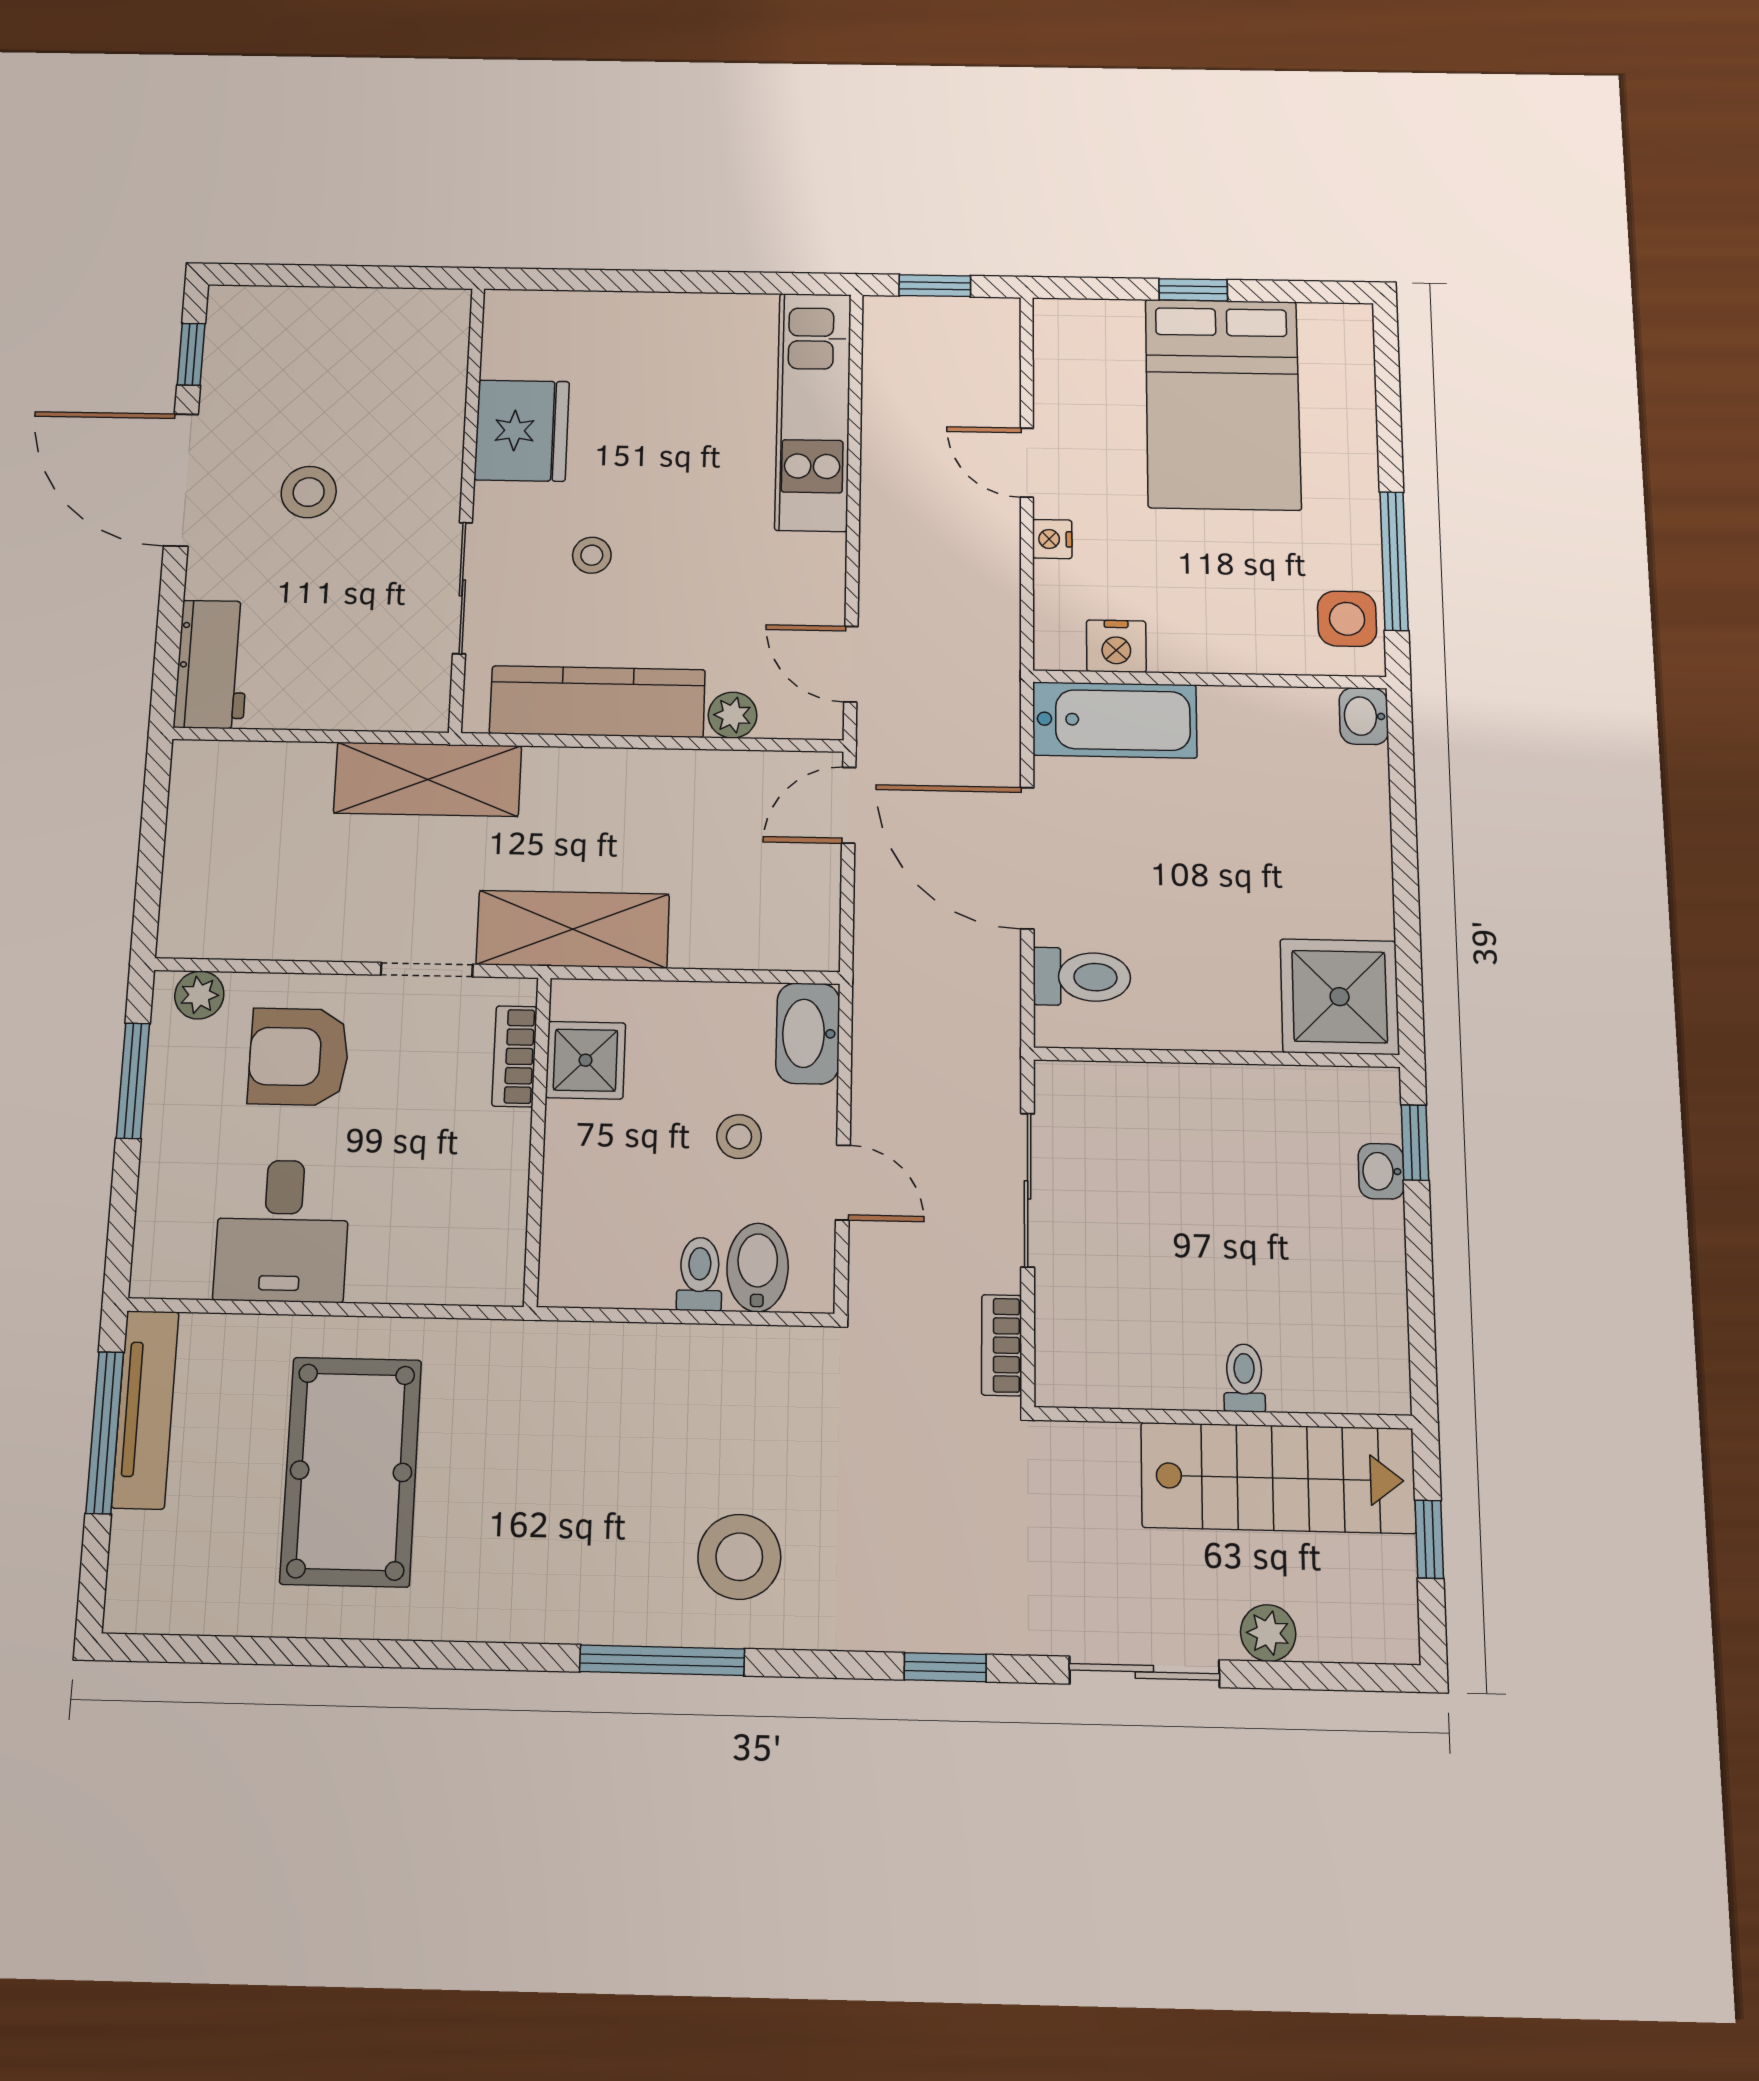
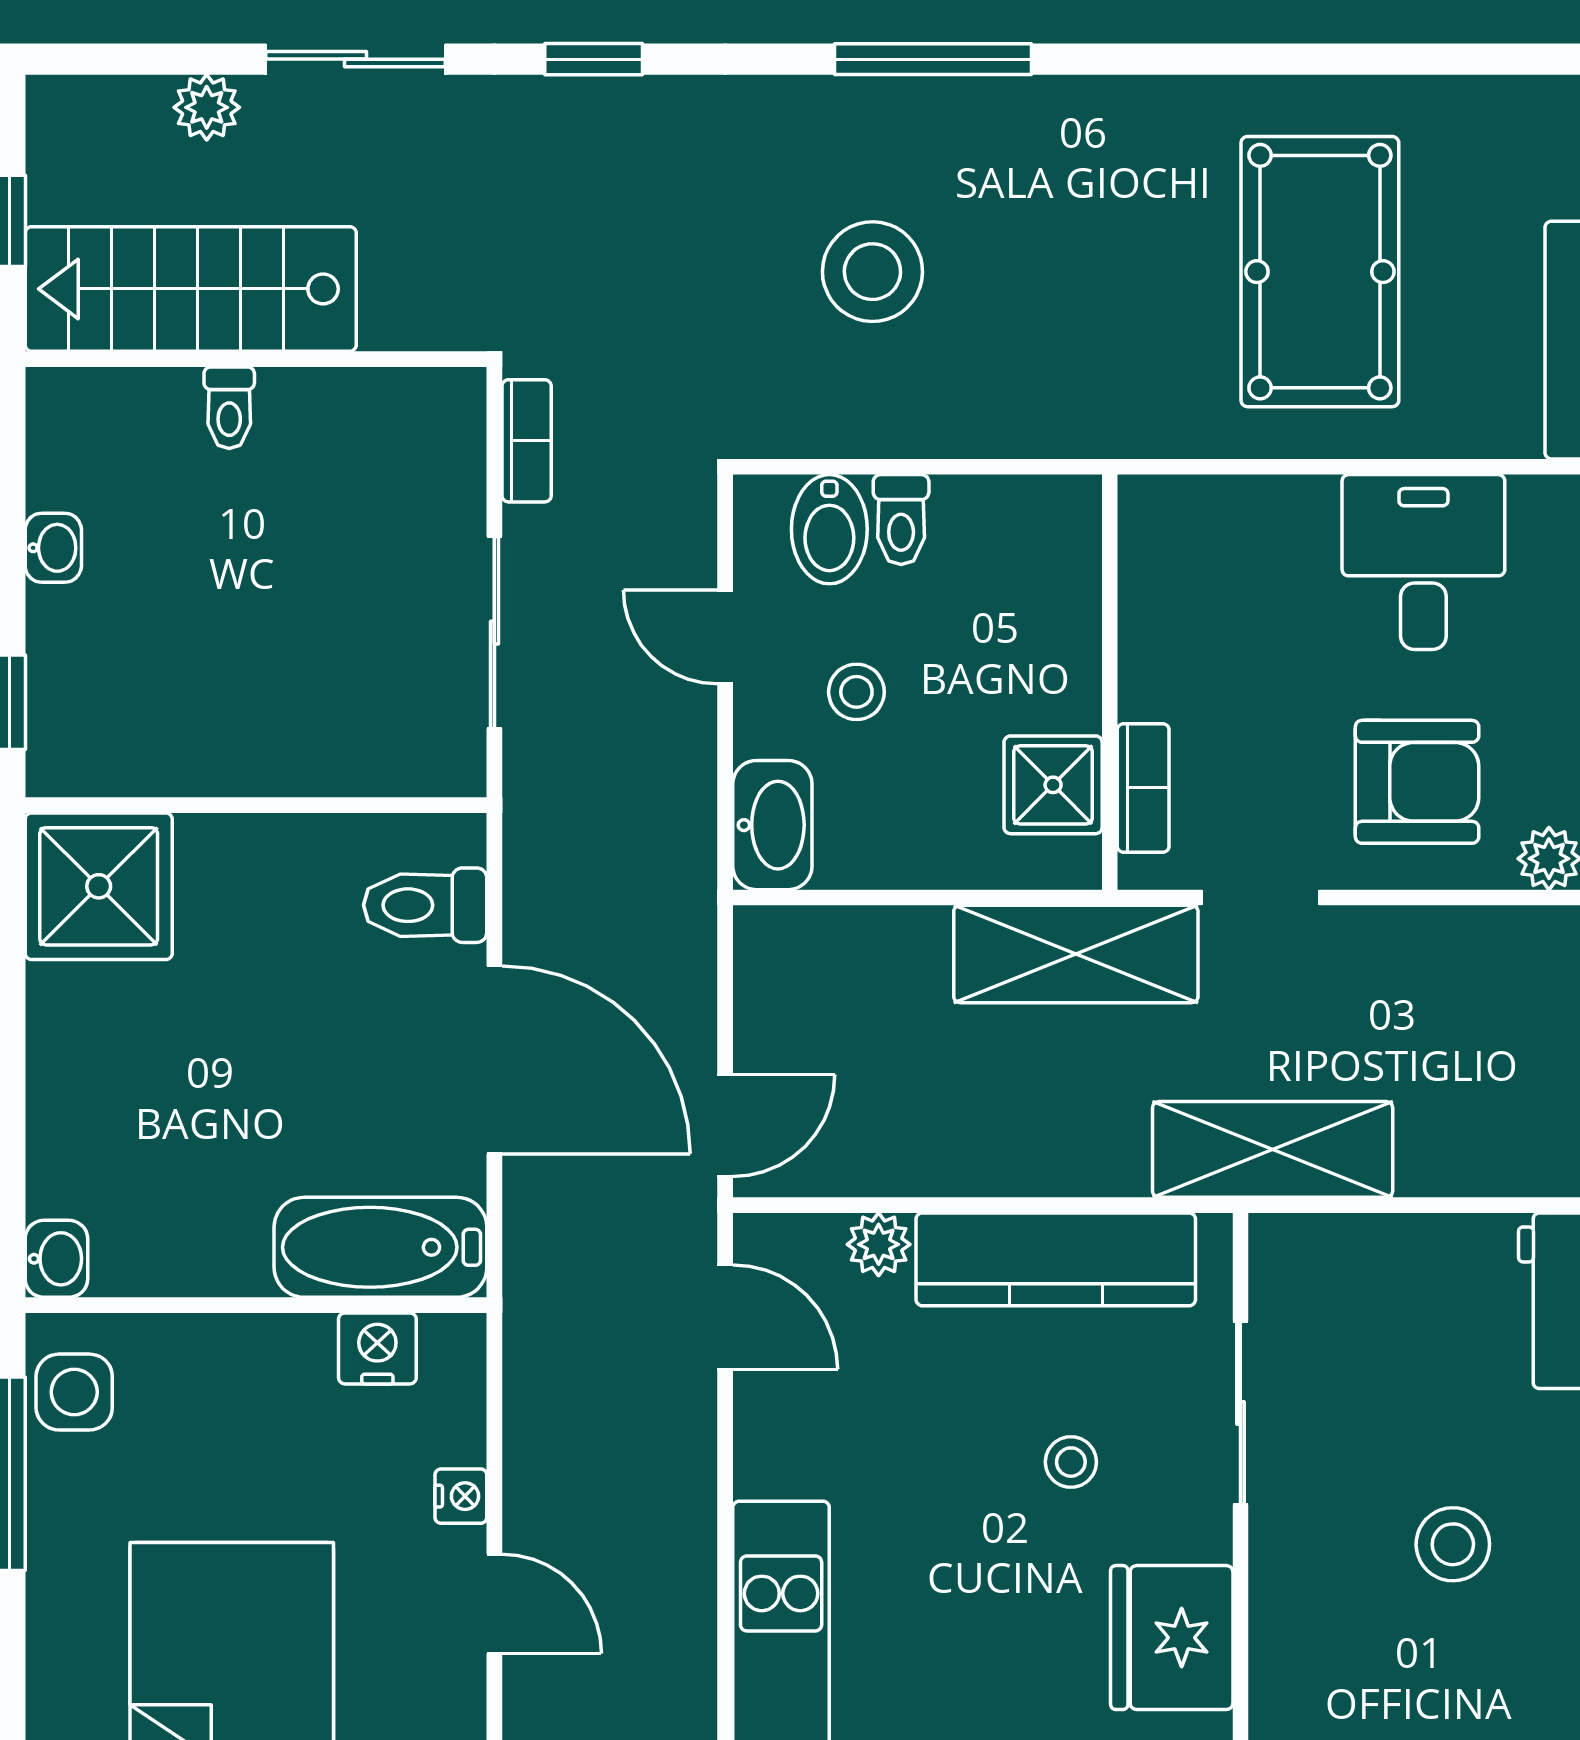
washbasin: (1381, 1171) -> (53, 548), moved
stool: (739, 1557) -> (872, 272), moved

